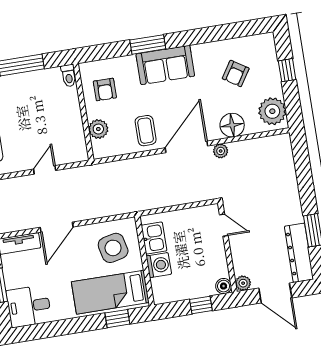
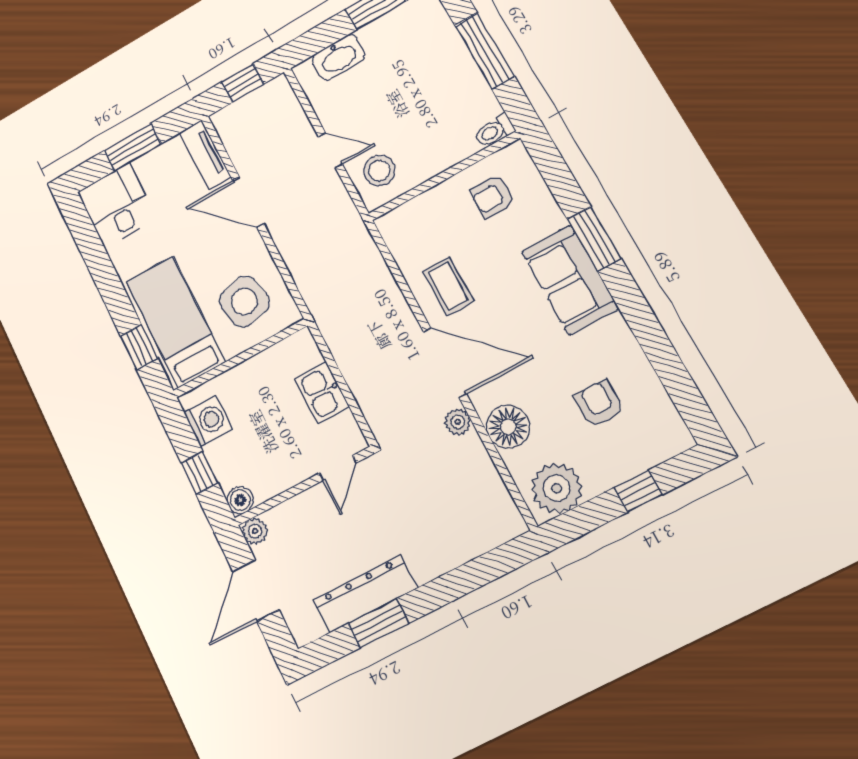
armchair: (236, 73) -> (599, 403), turned 57
plant: (98, 129) -> (424, 210), removed
coffee table: (146, 131) -> (448, 286), turned 90
stool: (67, 146) -> (379, 171), added
kitchen sink: (154, 238) -> (322, 392), moved, turned 90
dresser: (299, 253) -> (365, 594), moved
washing machine: (159, 265) -> (208, 421), moved, turned -90

